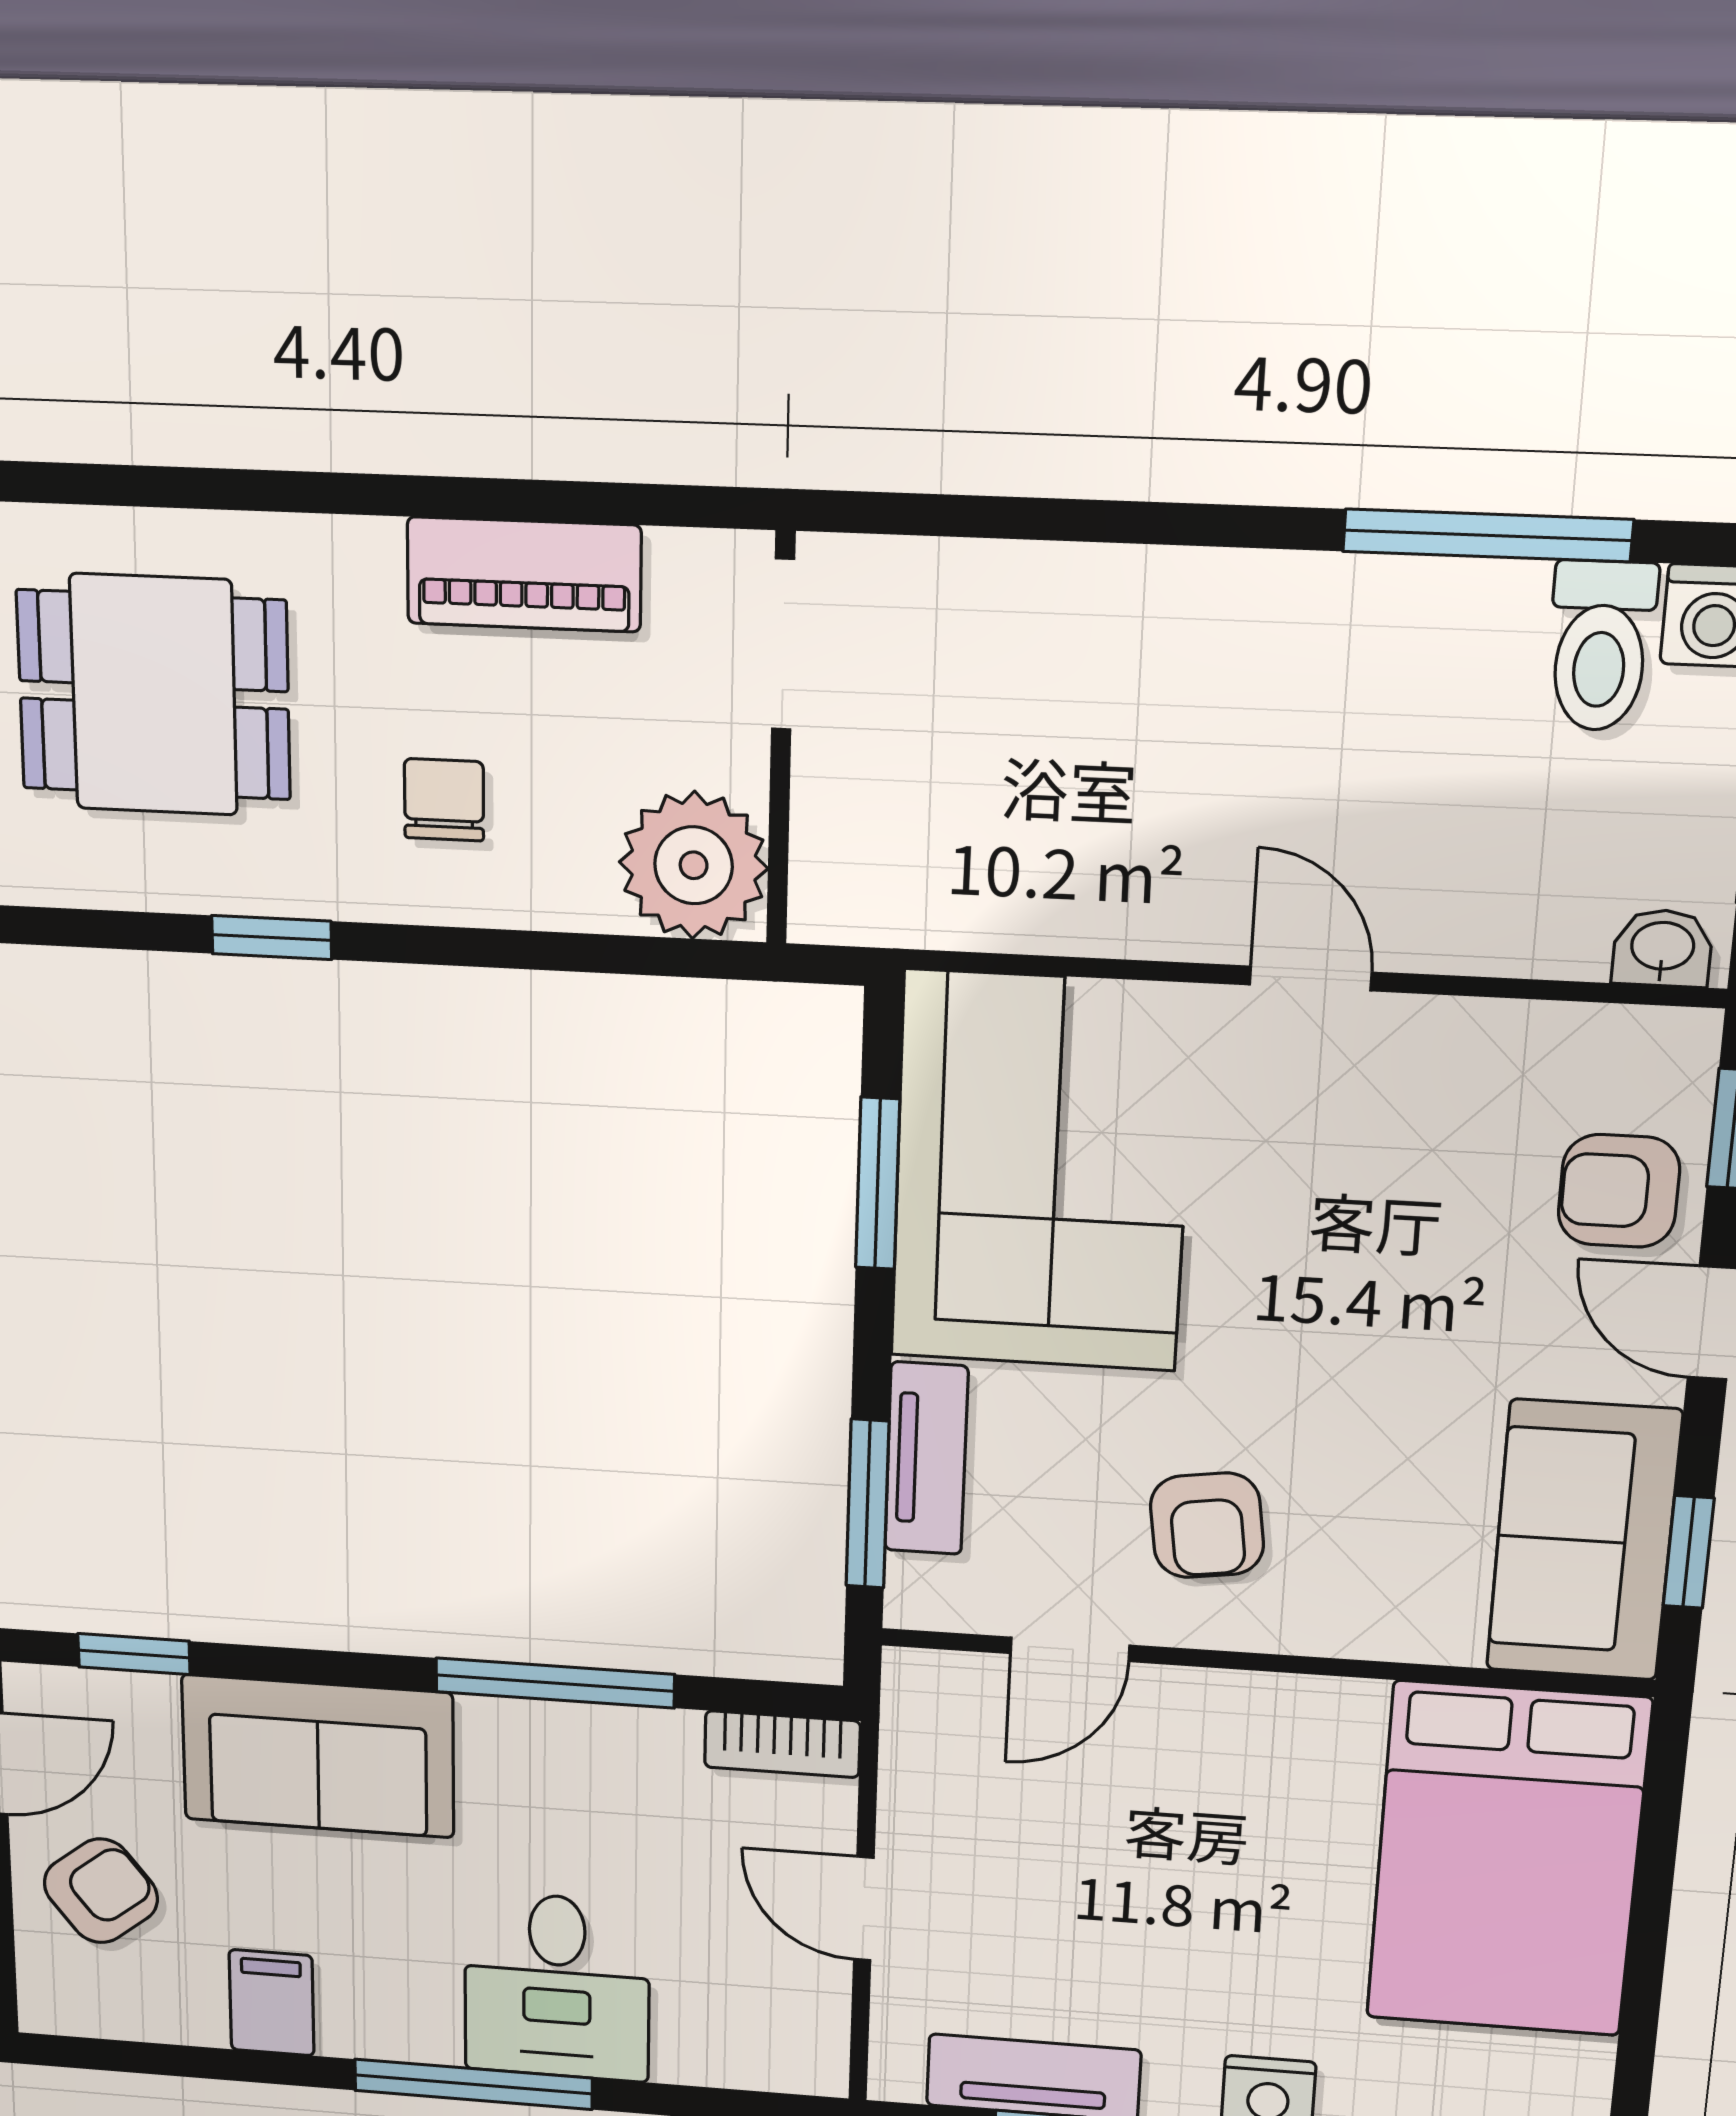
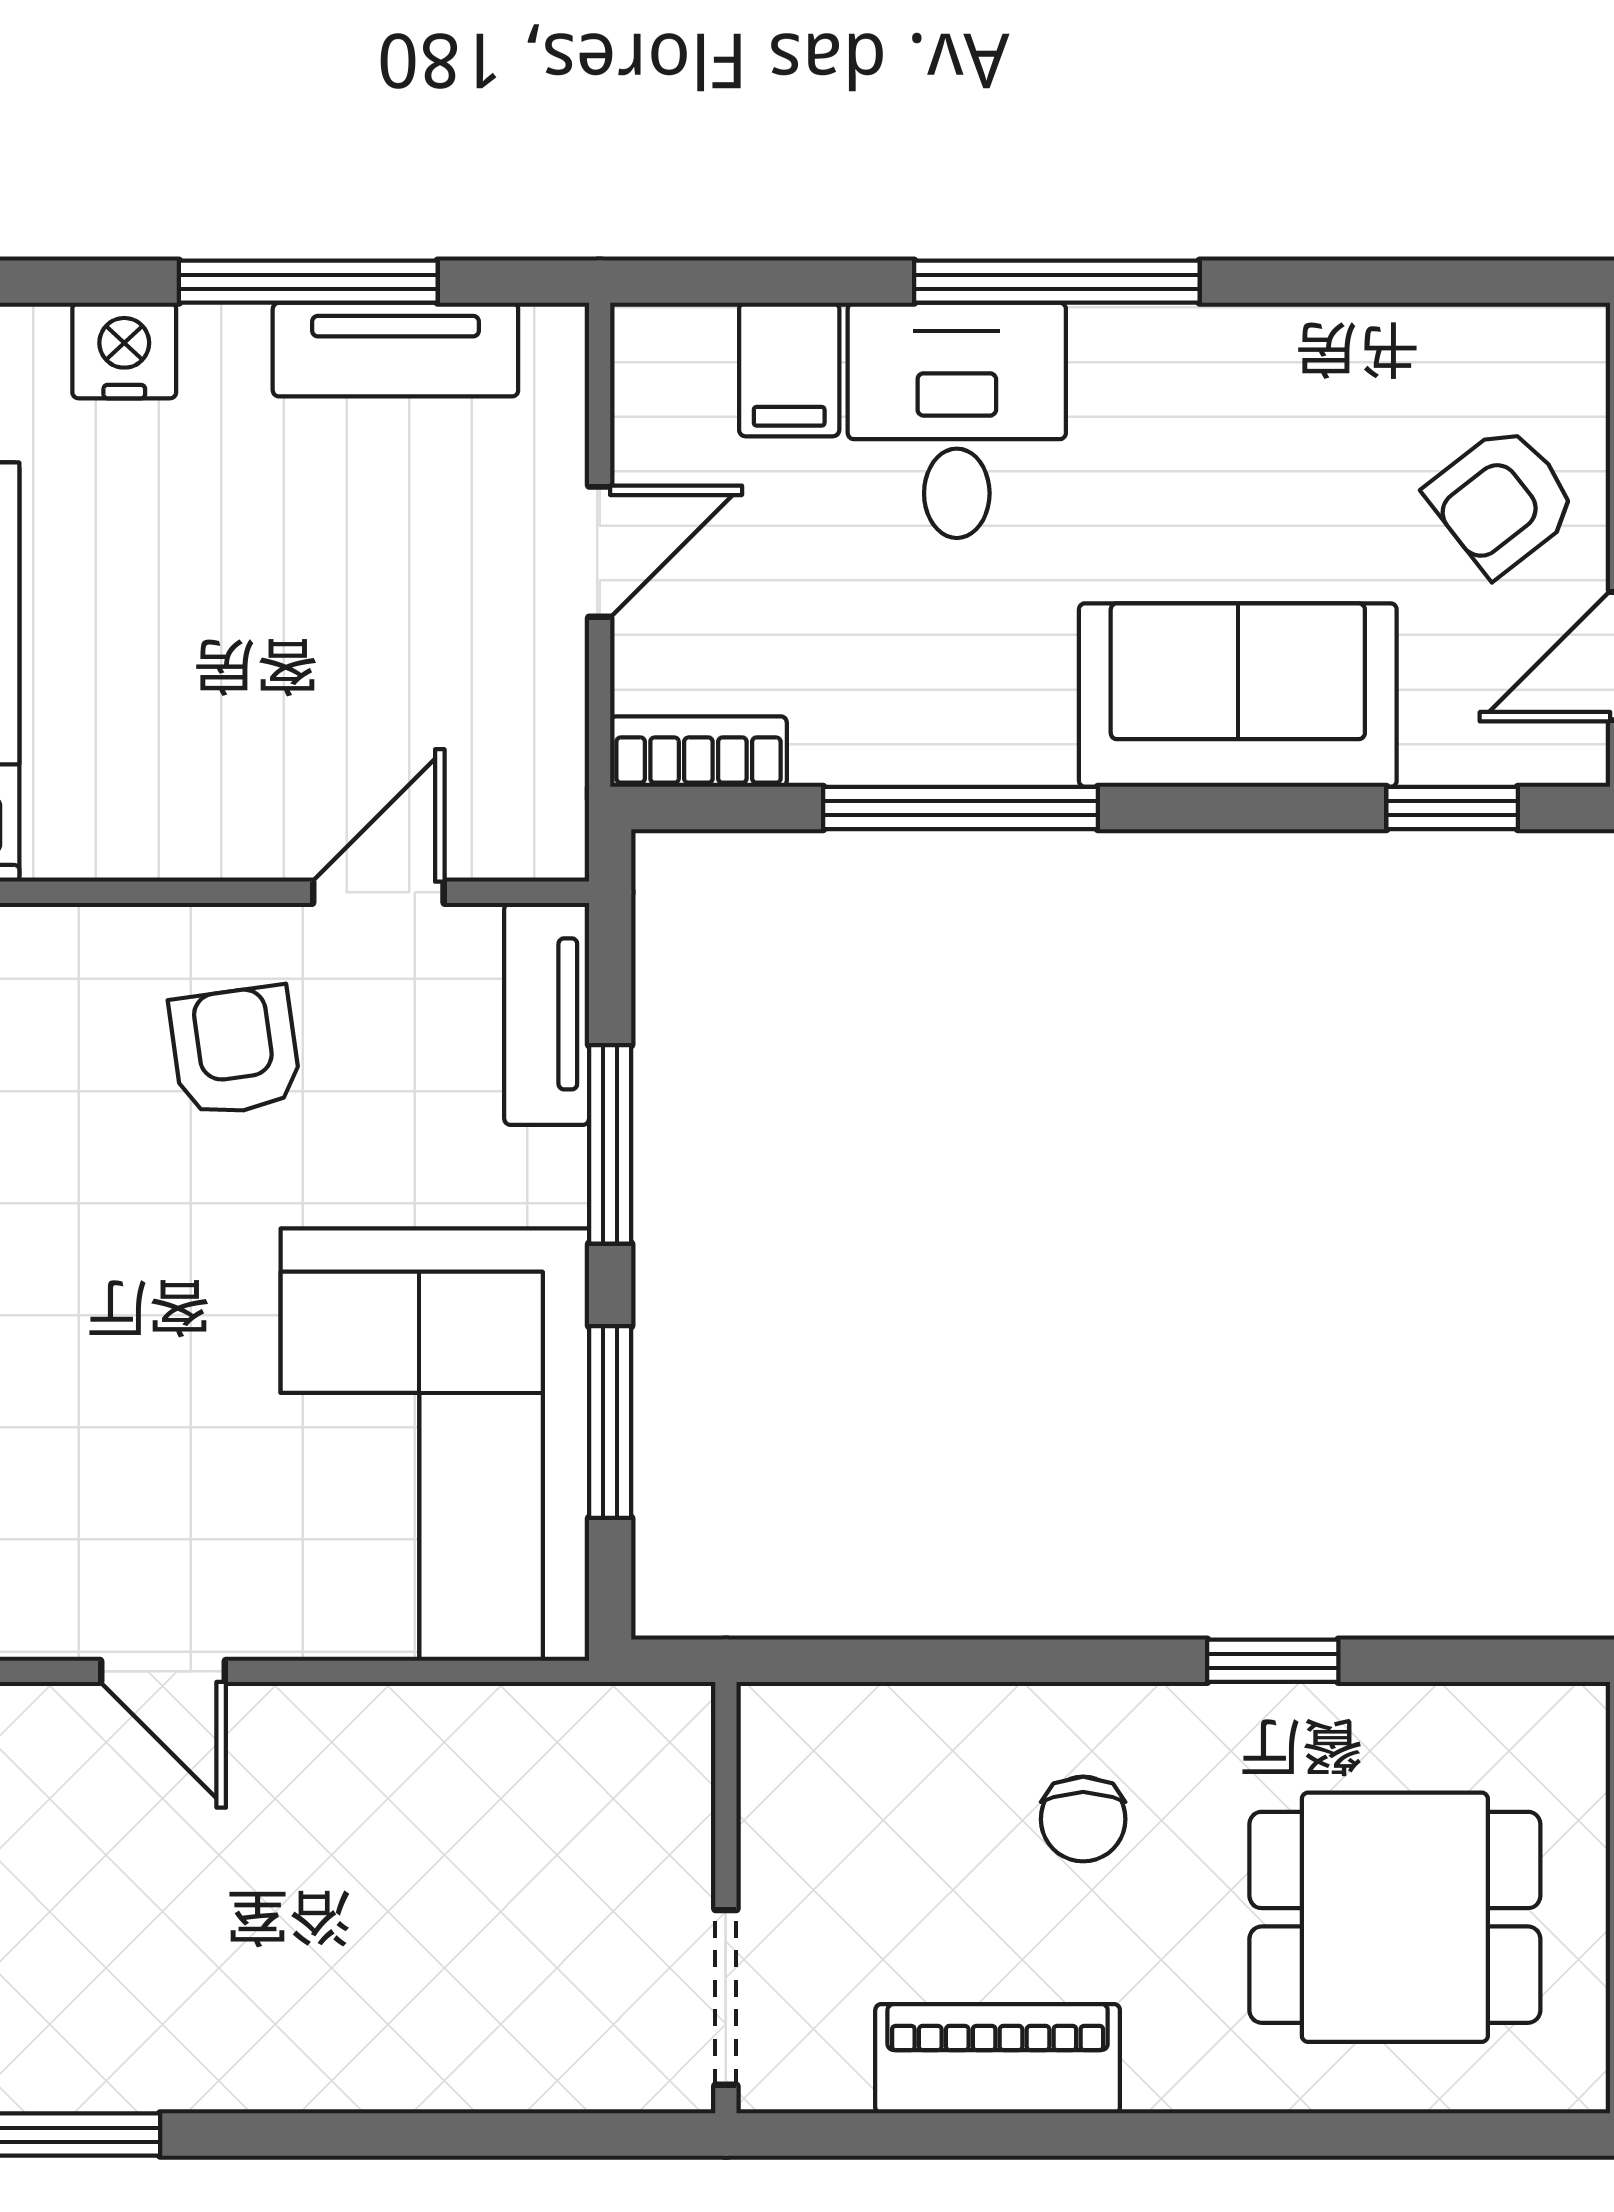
plant: (694, 865) -> (816, 1761), removed
tv unit: (926, 1459) -> (547, 1014), moved
window: (867, 1504) -> (610, 1144), moved
door: (864, 1909) -> (600, 552), hinge flipped
filing cabinet: (272, 2003) -> (789, 369), moved

